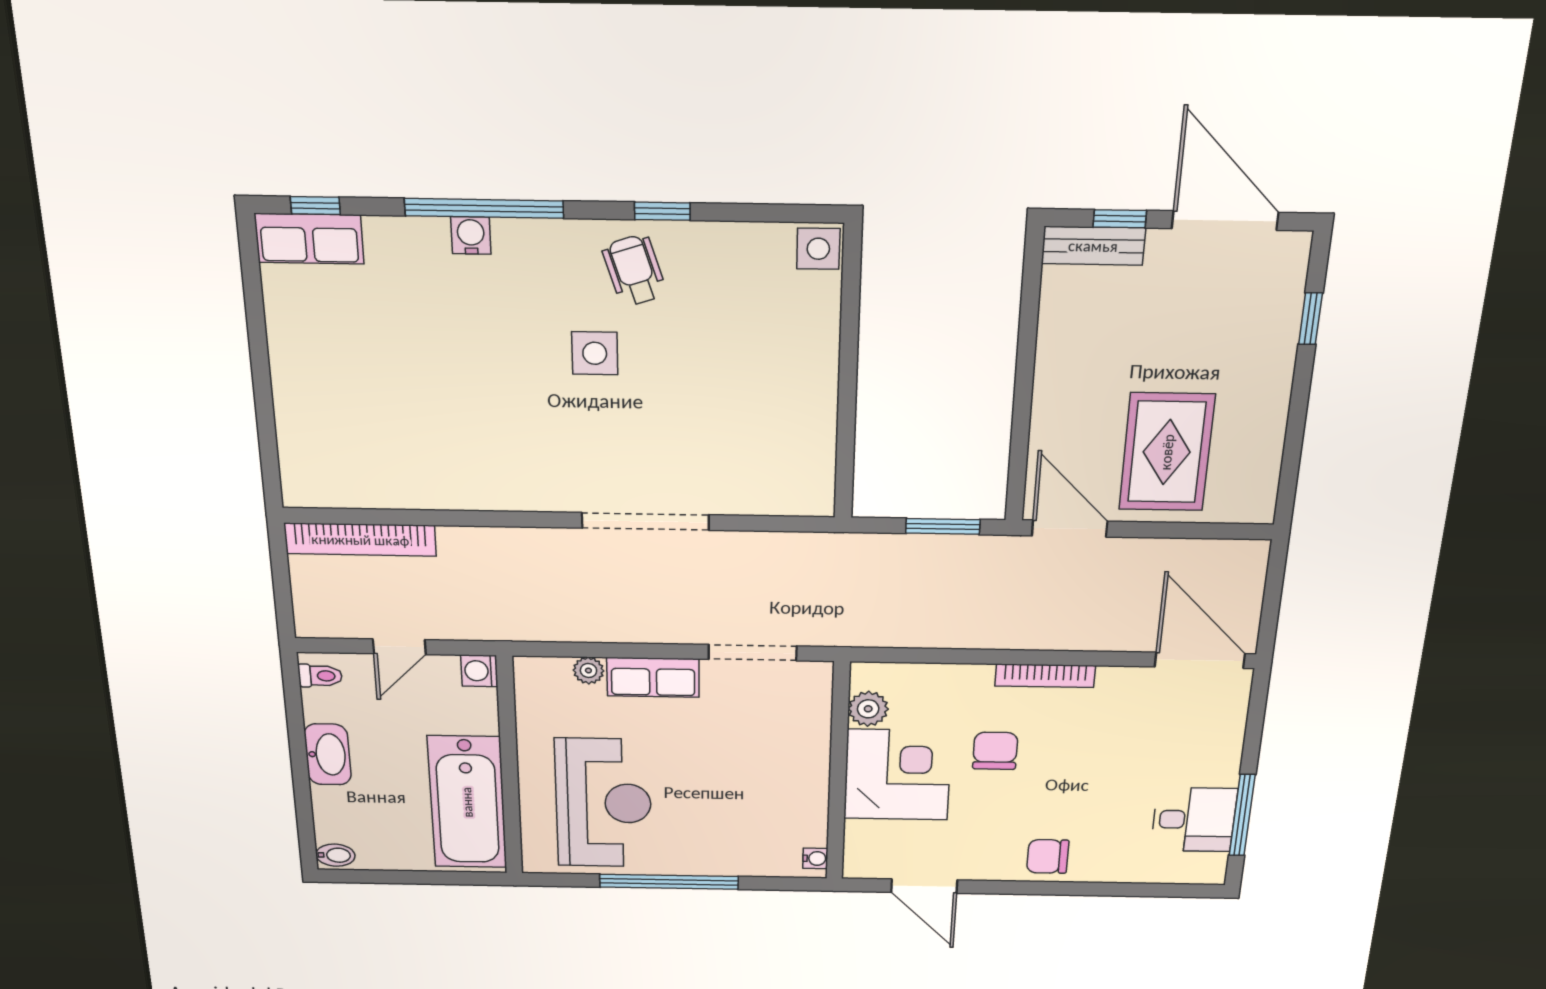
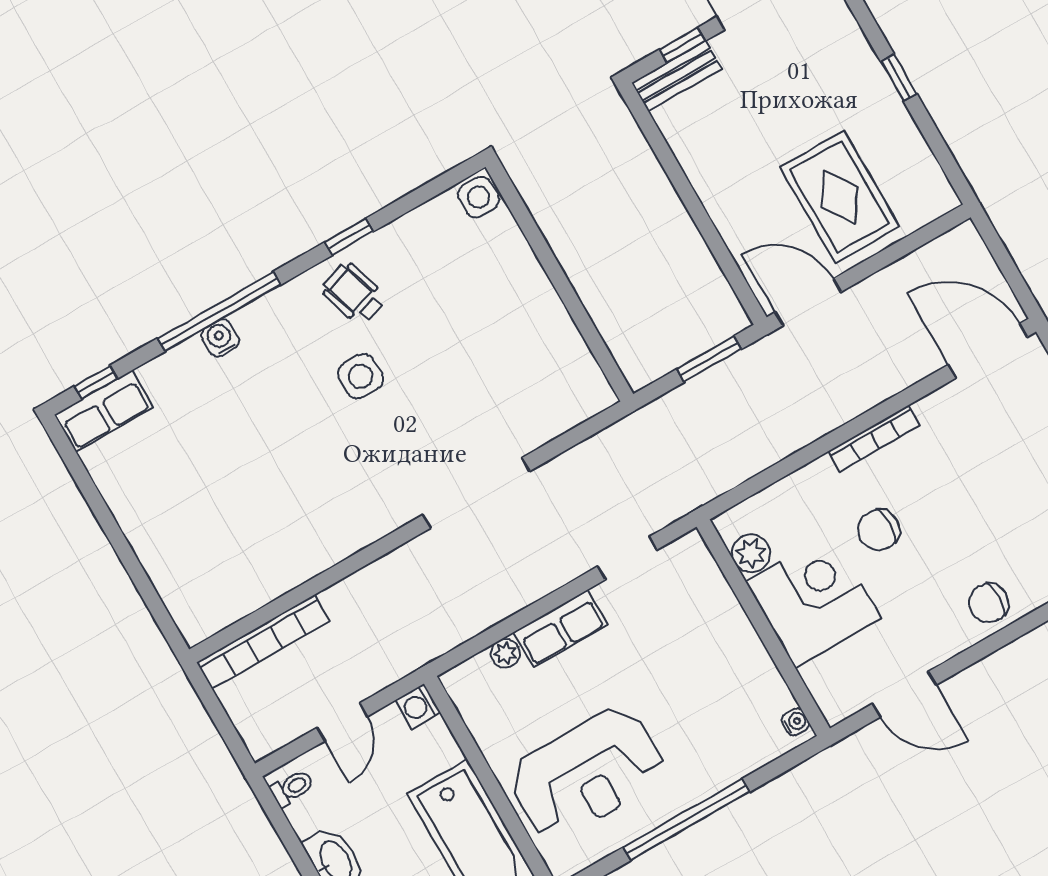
window: (1310, 319) -> (899, 78), moved
doorway: (753, 653) -> (627, 558), width x0.73
chair: (995, 751) -> (879, 530), turned -90
reception desk: (603, 803) -> (587, 773), turned 90

